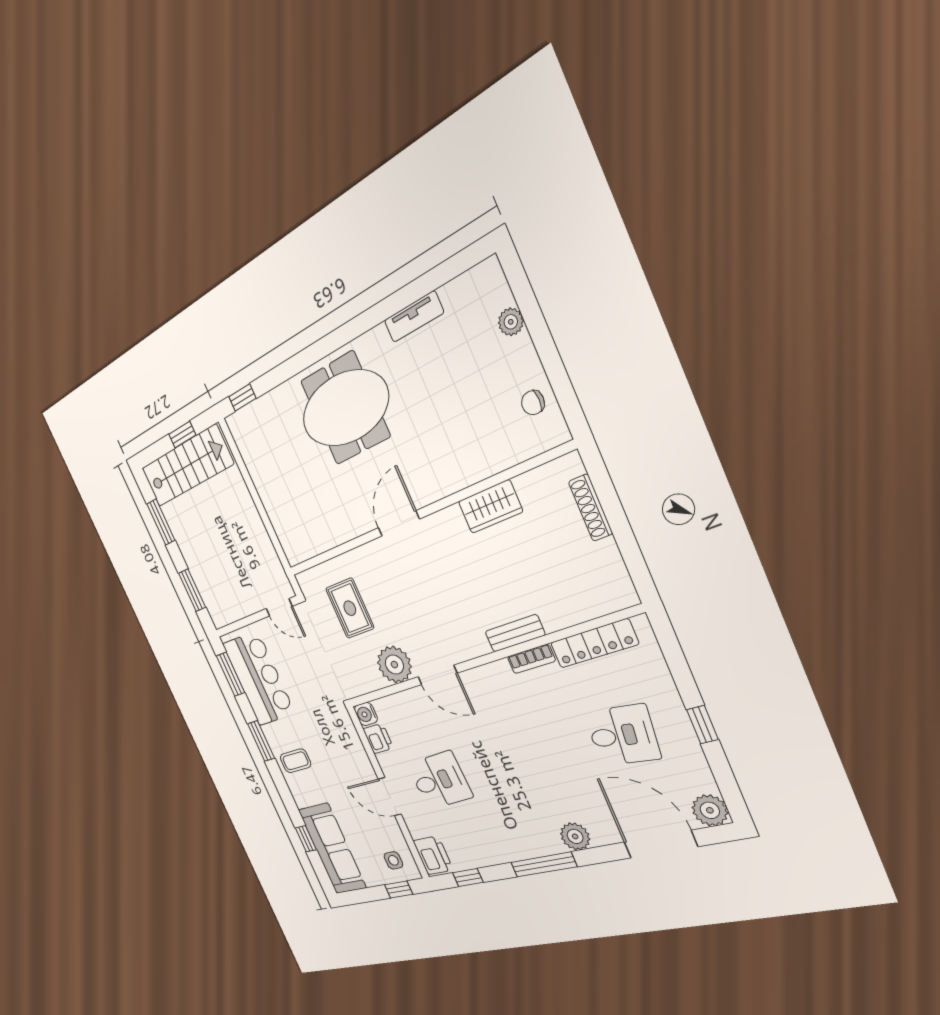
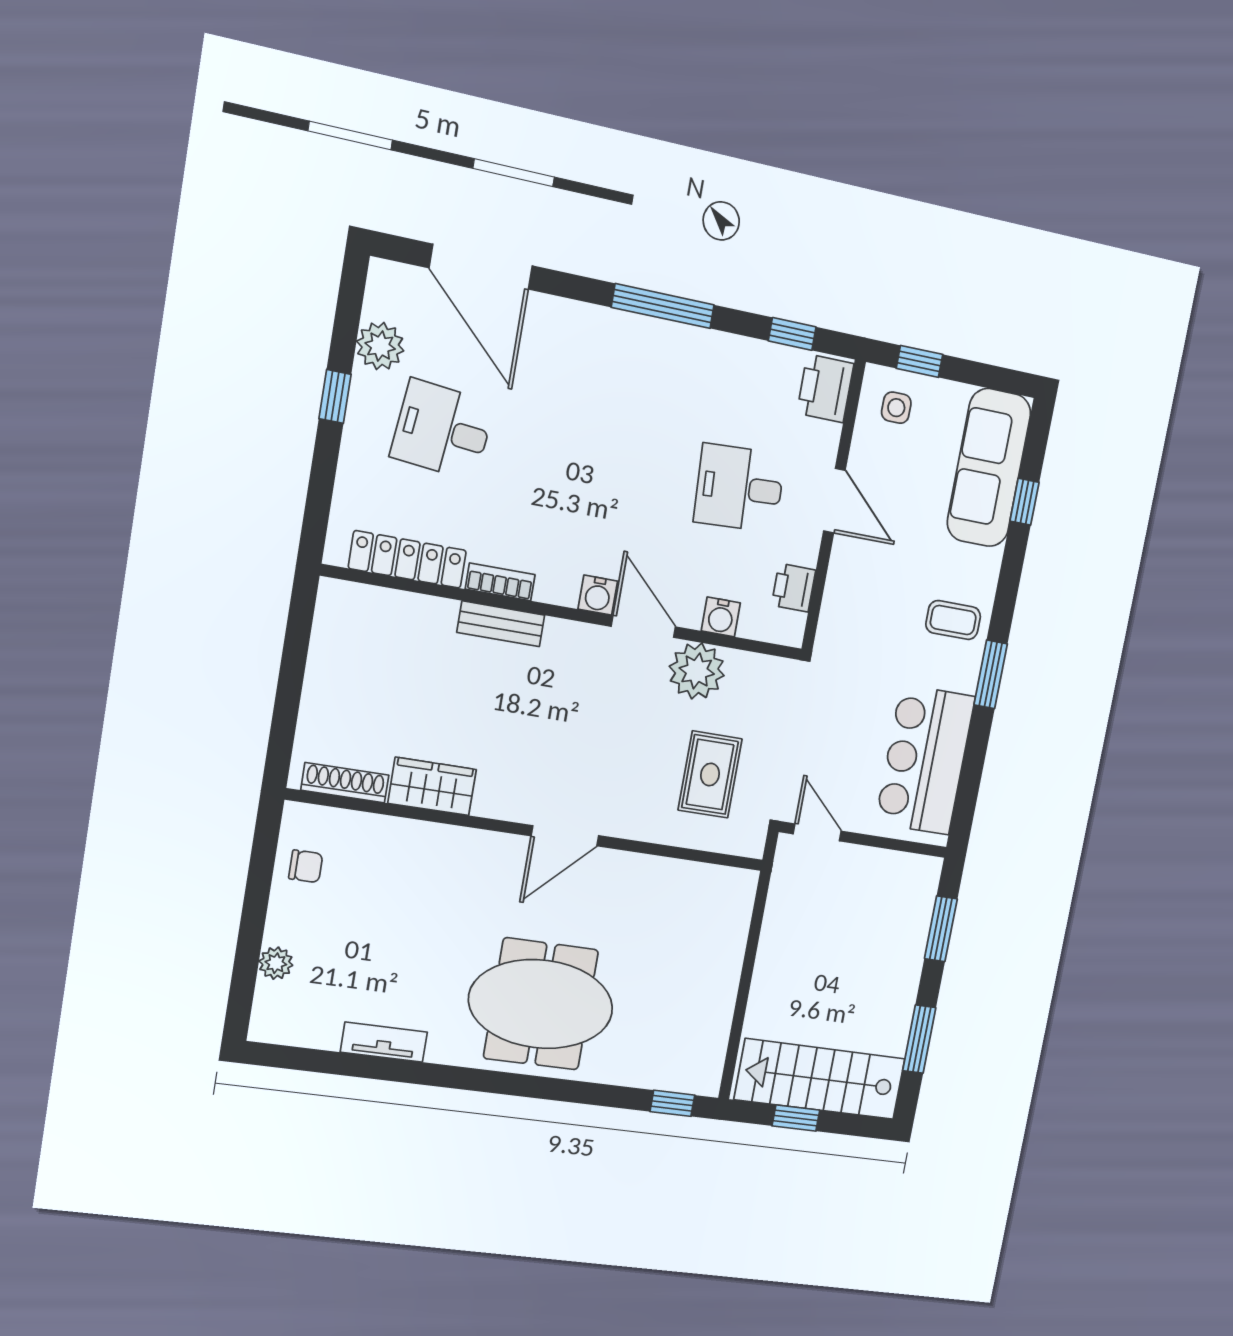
shoe rack: (591, 508) -> (345, 783), moved, turned -90
window: (230, 674) -> (968, 789), removed
water cooler: (473, 680) -> (598, 595), added
water cooler: (366, 714) -> (721, 617), moved, turned 90
plant: (710, 810) -> (380, 346), moved
plant: (575, 836) -> (591, 326), removed

